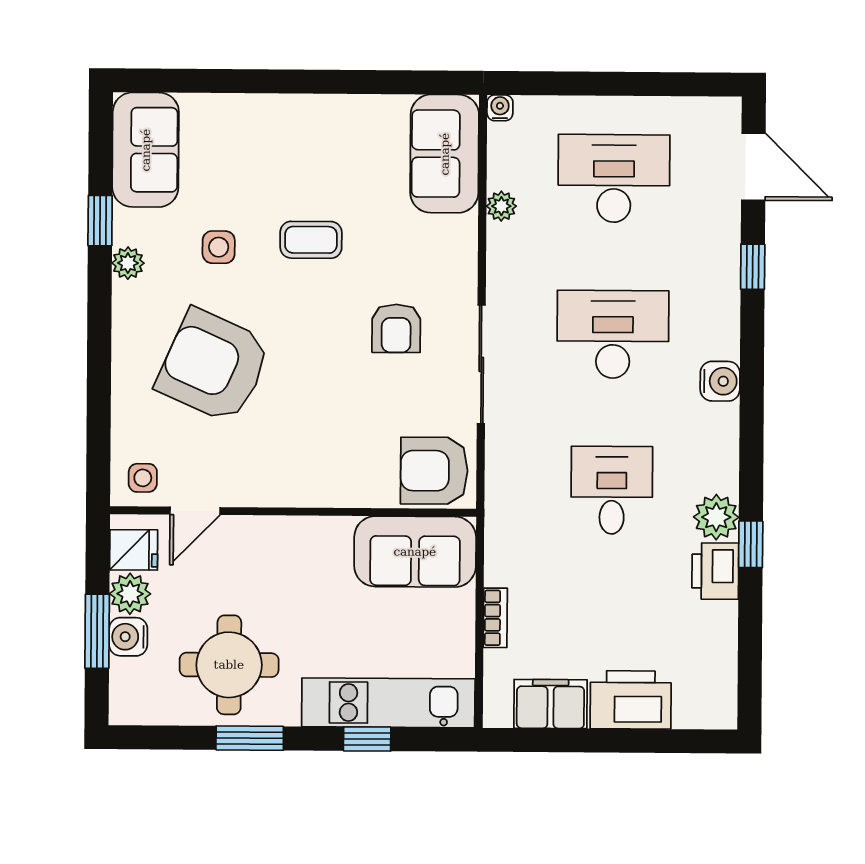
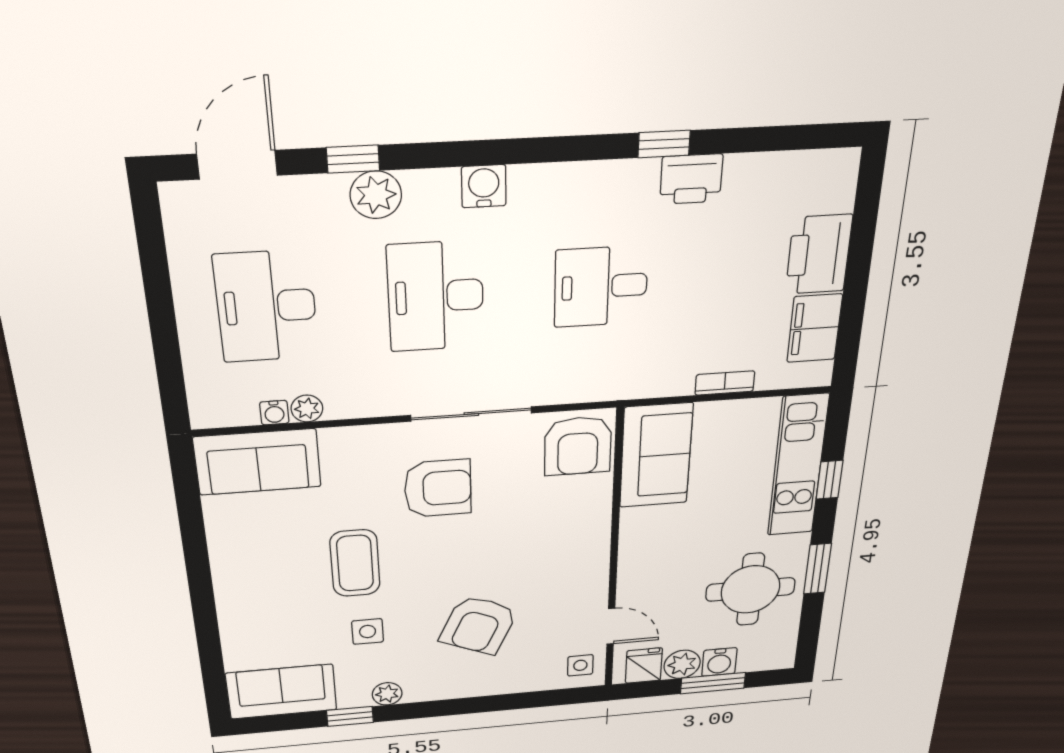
water cooler: (500, 108) -> (274, 413), moved, turned -90
coffee table: (311, 240) -> (355, 563), width x1.36, depth x1.30
armchair: (396, 328) -> (438, 488), width x1.38, depth x1.38
armchair: (214, 366) -> (479, 625), width x0.73, depth x0.73
plant: (716, 517) -> (376, 195), moved

